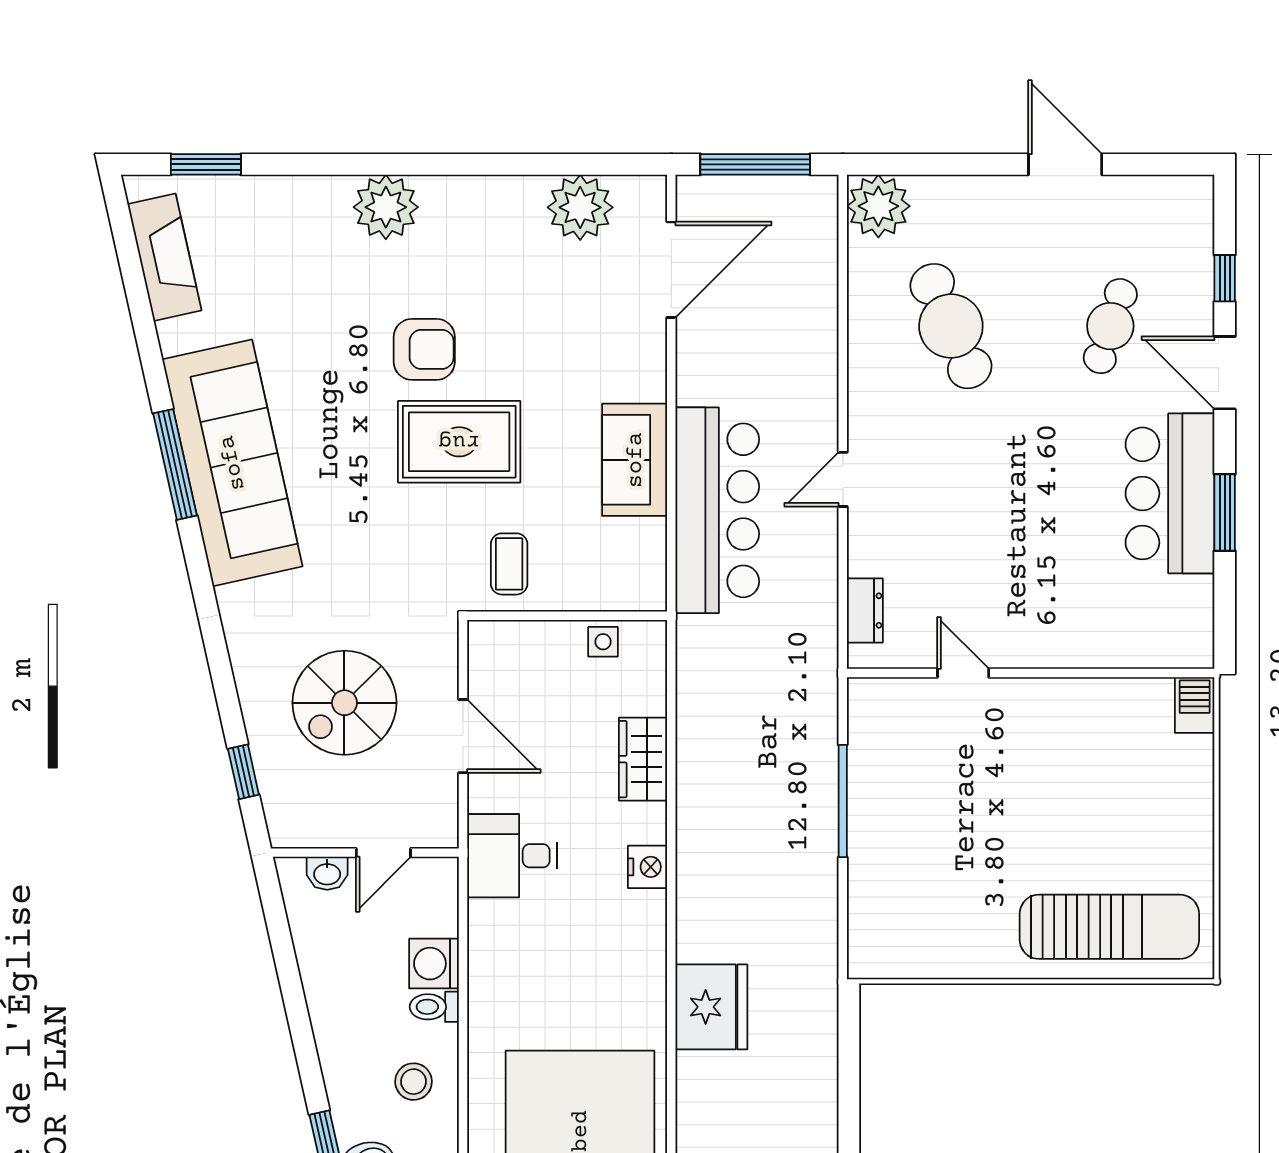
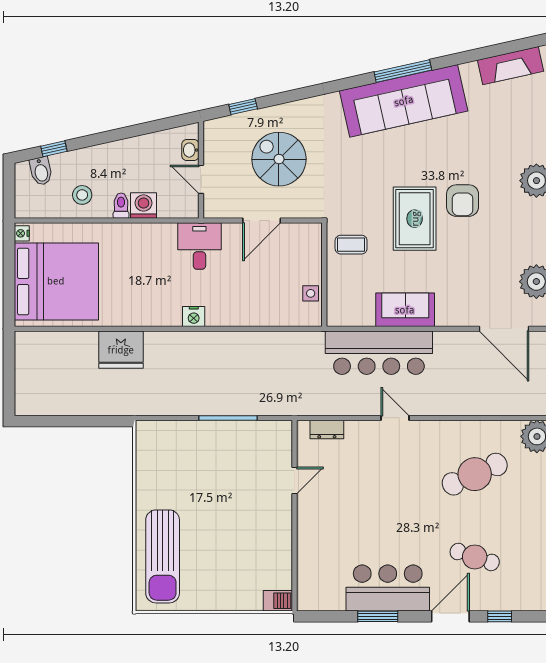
wardrobe: (643, 759) -> (250, 314), removed

